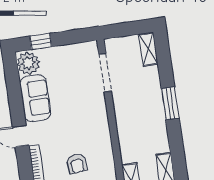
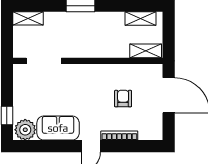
armchair: (77, 164) -> (123, 99), turned -86

